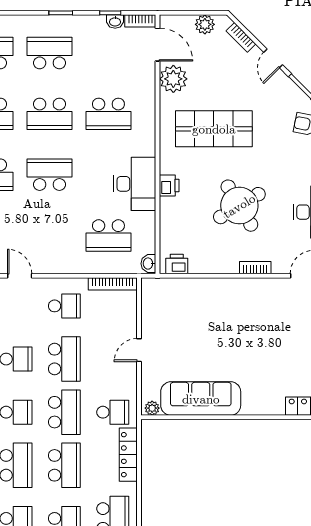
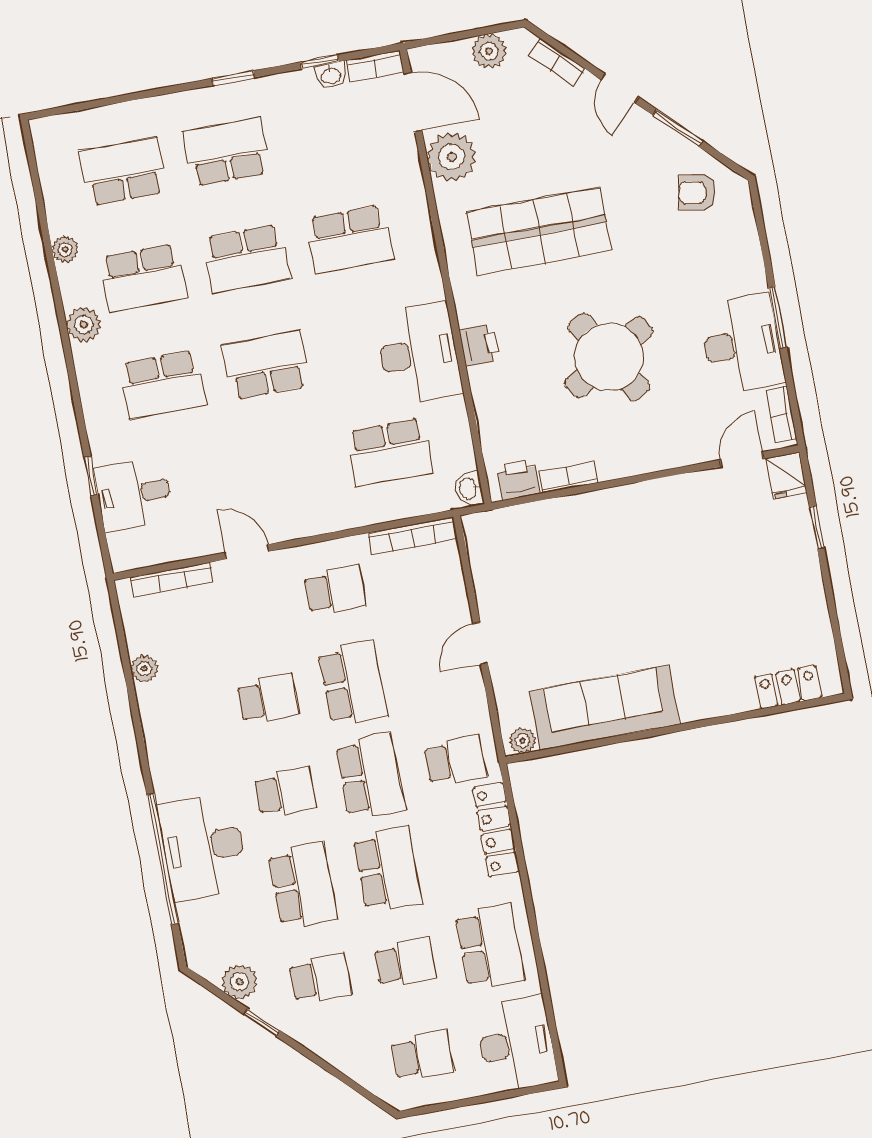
bookcase: (255, 268) -> (568, 477), moved

